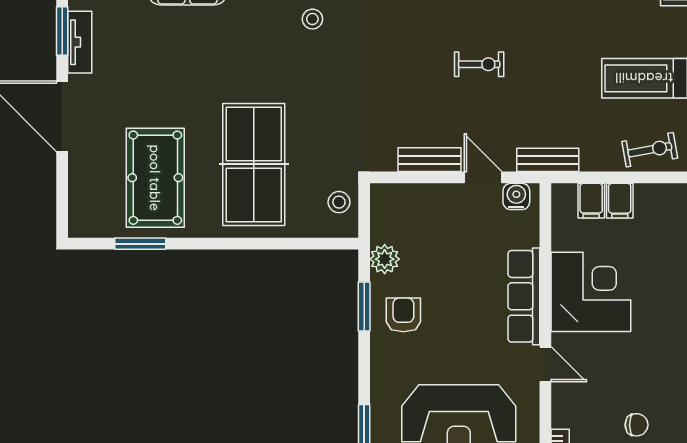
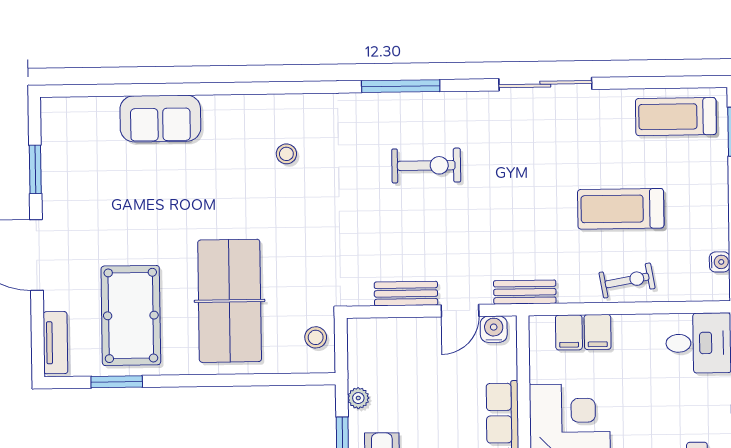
tv unit: (80, 42) -> (55, 343), moved
exercise bike: (479, 64) -> (426, 166), moved, width x1.38, depth x1.39
door: (483, 177) -> (460, 311), swing flipped
plant: (385, 259) -> (358, 398), width x0.73, depth x0.73

